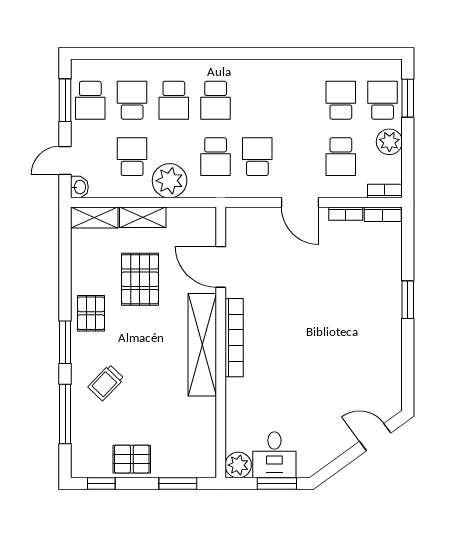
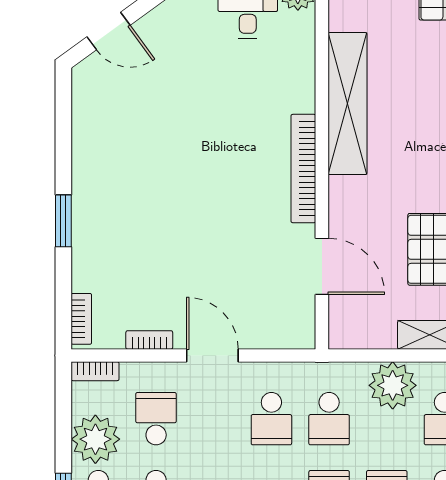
plant: (389, 142) -> (95, 439), width x1.36, depth x1.36
school desk: (216, 157) -> (329, 419), turned 180
bookcase: (383, 214) -> (81, 319), moved, turned 90
shelving: (202, 345) -> (347, 104), moved

